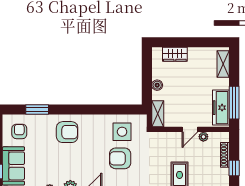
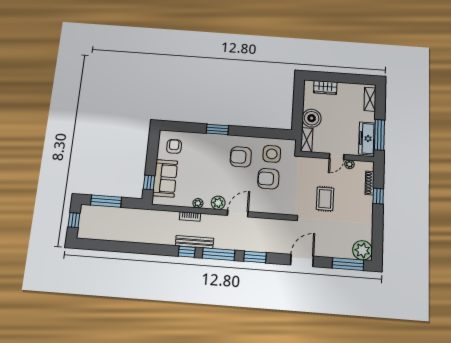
boiler: (157, 85) -> (312, 118), width x1.86, depth x1.86
window: (37, 110) -> (217, 129), moved
armchair: (67, 132) -> (241, 157), moved, turned 180

